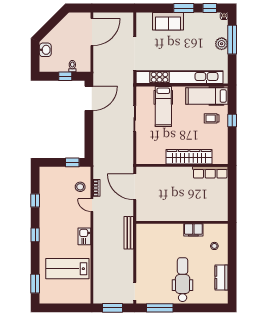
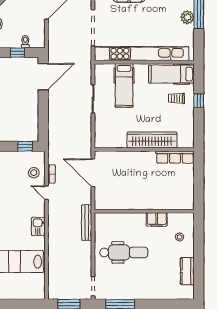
dental chair: (183, 280) -> (124, 252), moved, turned 90

